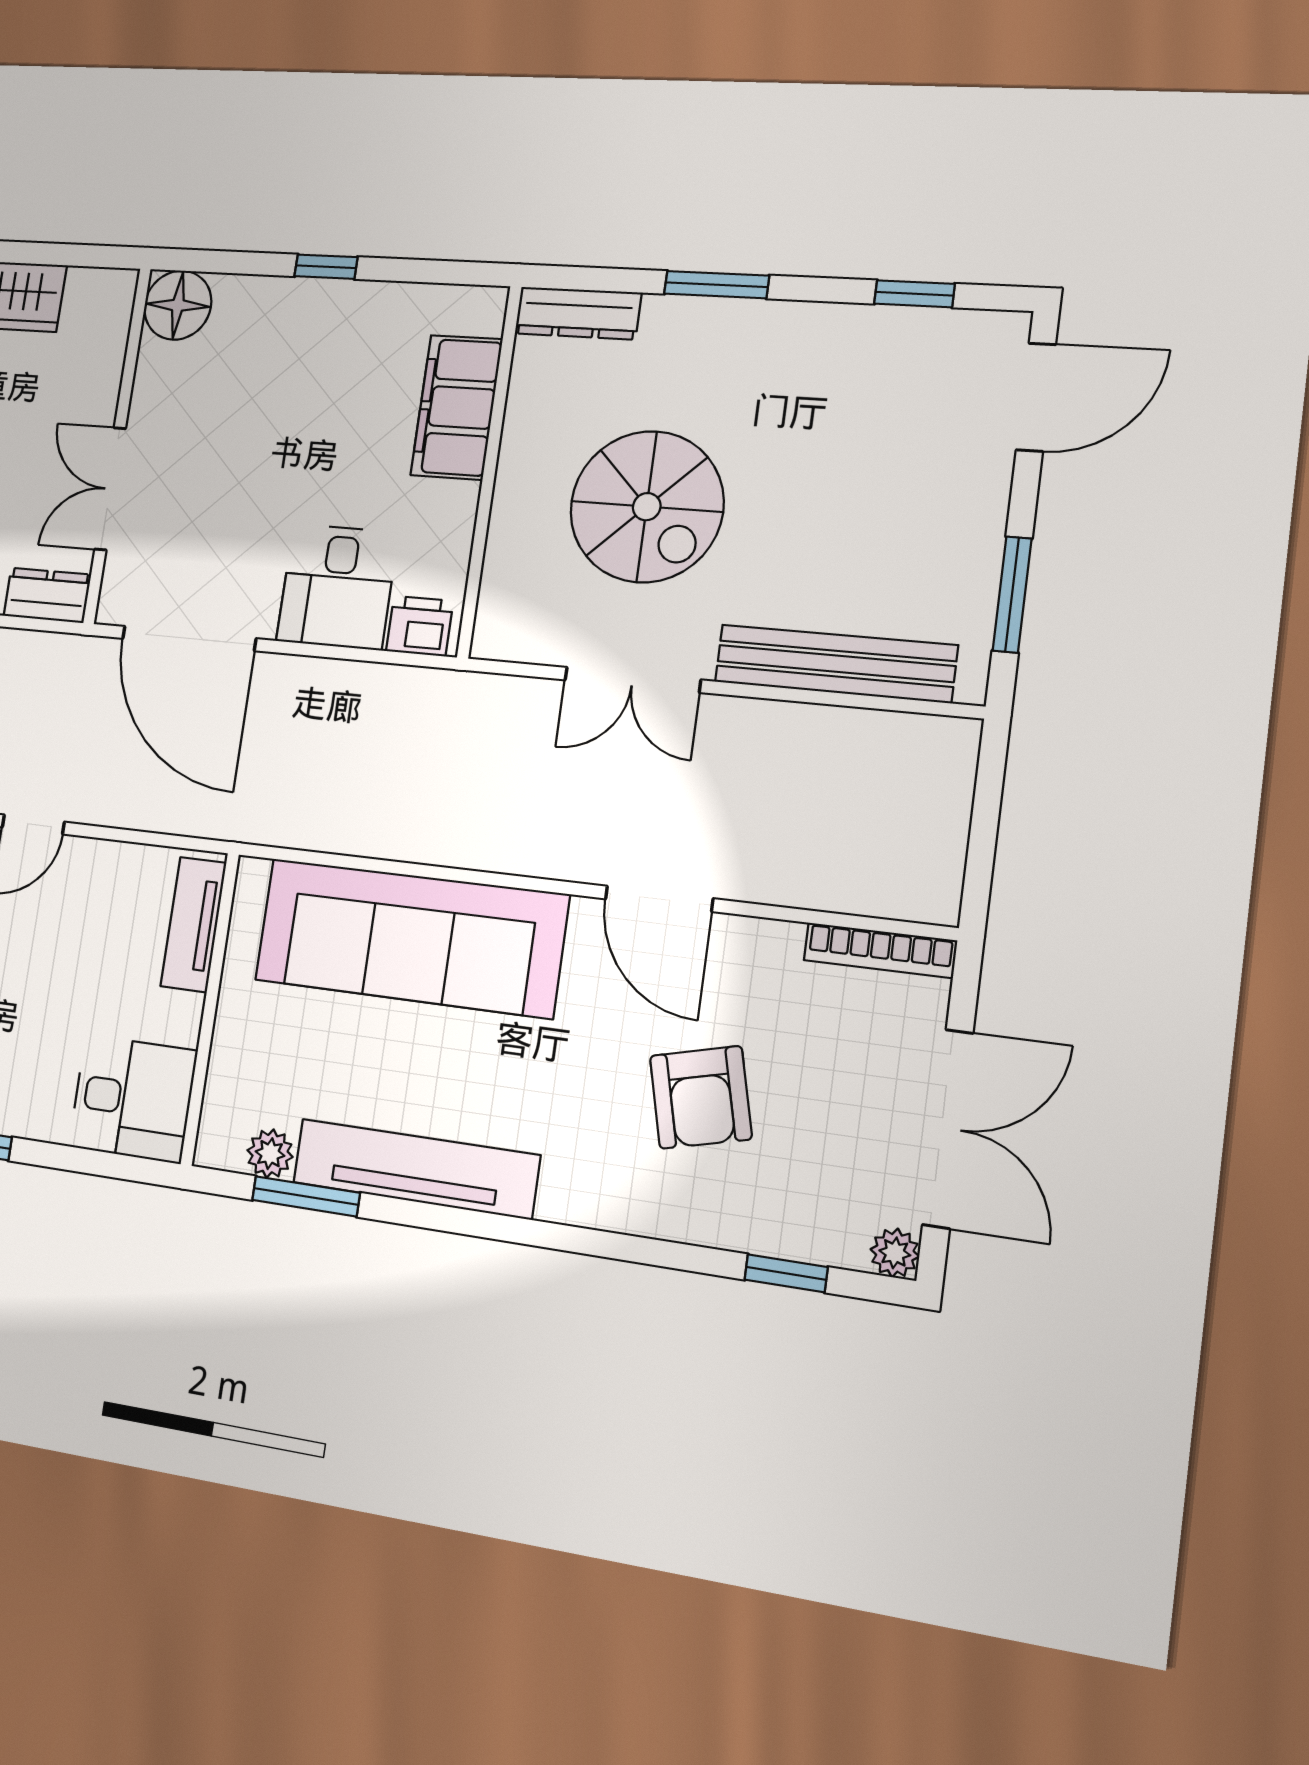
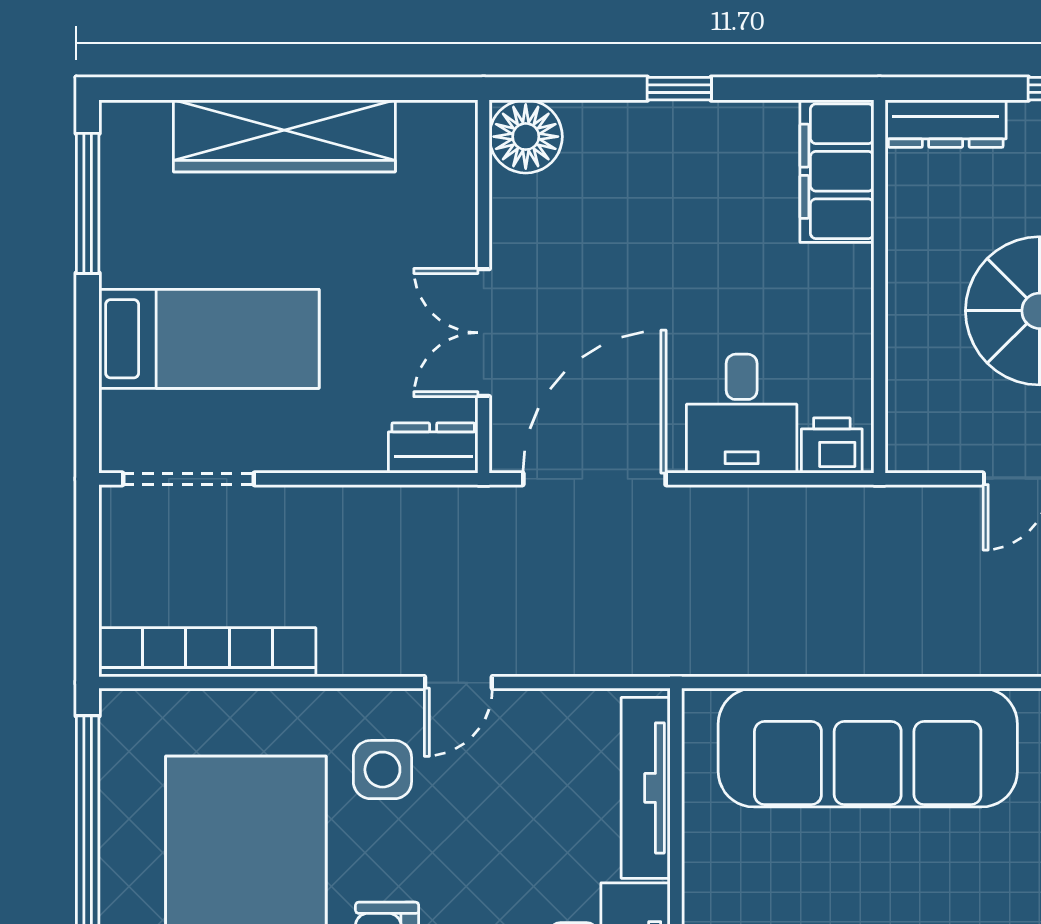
filing cabinet: (457, 407) -> (837, 171), moved
door: (189, 638) -> (594, 479), swing flipped
tv unit: (194, 924) -> (646, 788), width x1.41

